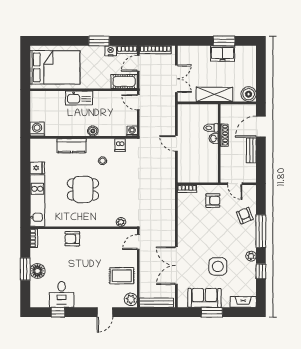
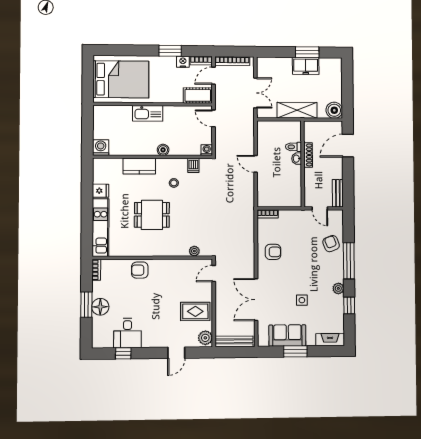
bench: (251, 150) -> (338, 193), moved
armchair: (213, 201) -> (273, 252), moved
side table: (218, 266) -> (302, 300), width x0.54, depth x0.54

